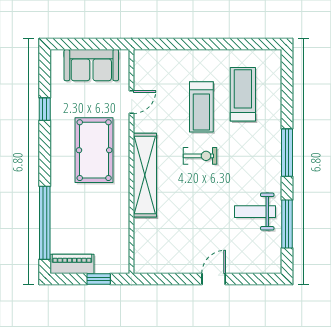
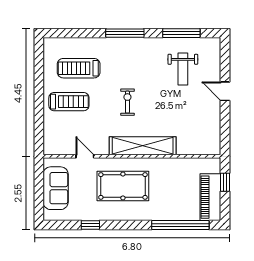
treadmill: (201, 107) -> (69, 102), moved
weight bench: (255, 212) -> (183, 69), moved
piano: (72, 264) -> (210, 197), width x1.37, depth x1.33

